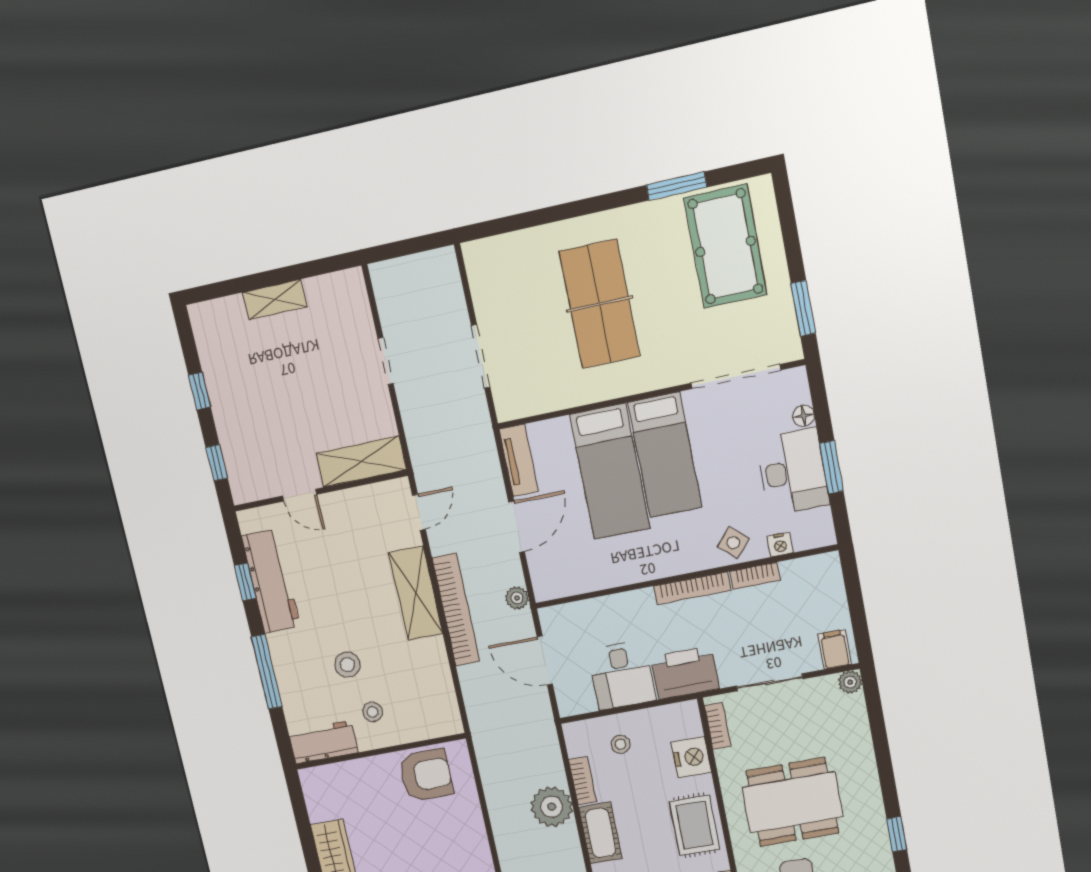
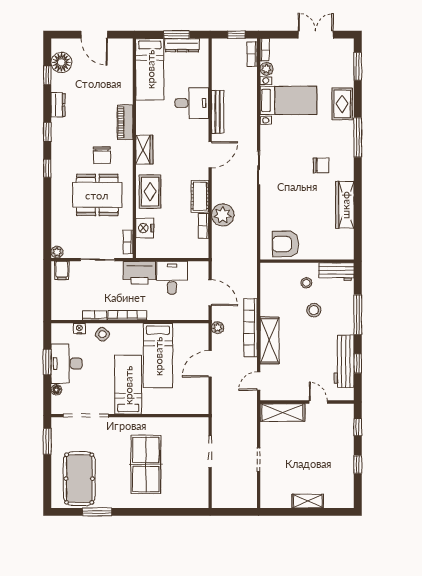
tv unit: (519, 461) -> (202, 397), removed
bed: (610, 472) -> (158, 356), moved, turned 180
stool: (621, 744) -> (180, 242), removed

